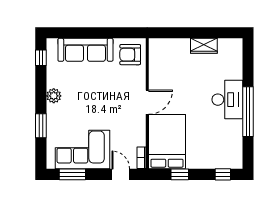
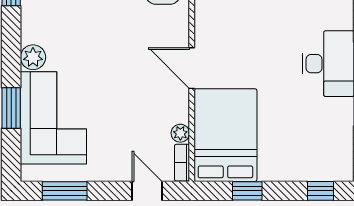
door: (147, 102) -> (192, 68), swing flipped
plant: (140, 140) -> (180, 133), added
corner sofa: (82, 150) -> (53, 118), moved, turned 90

